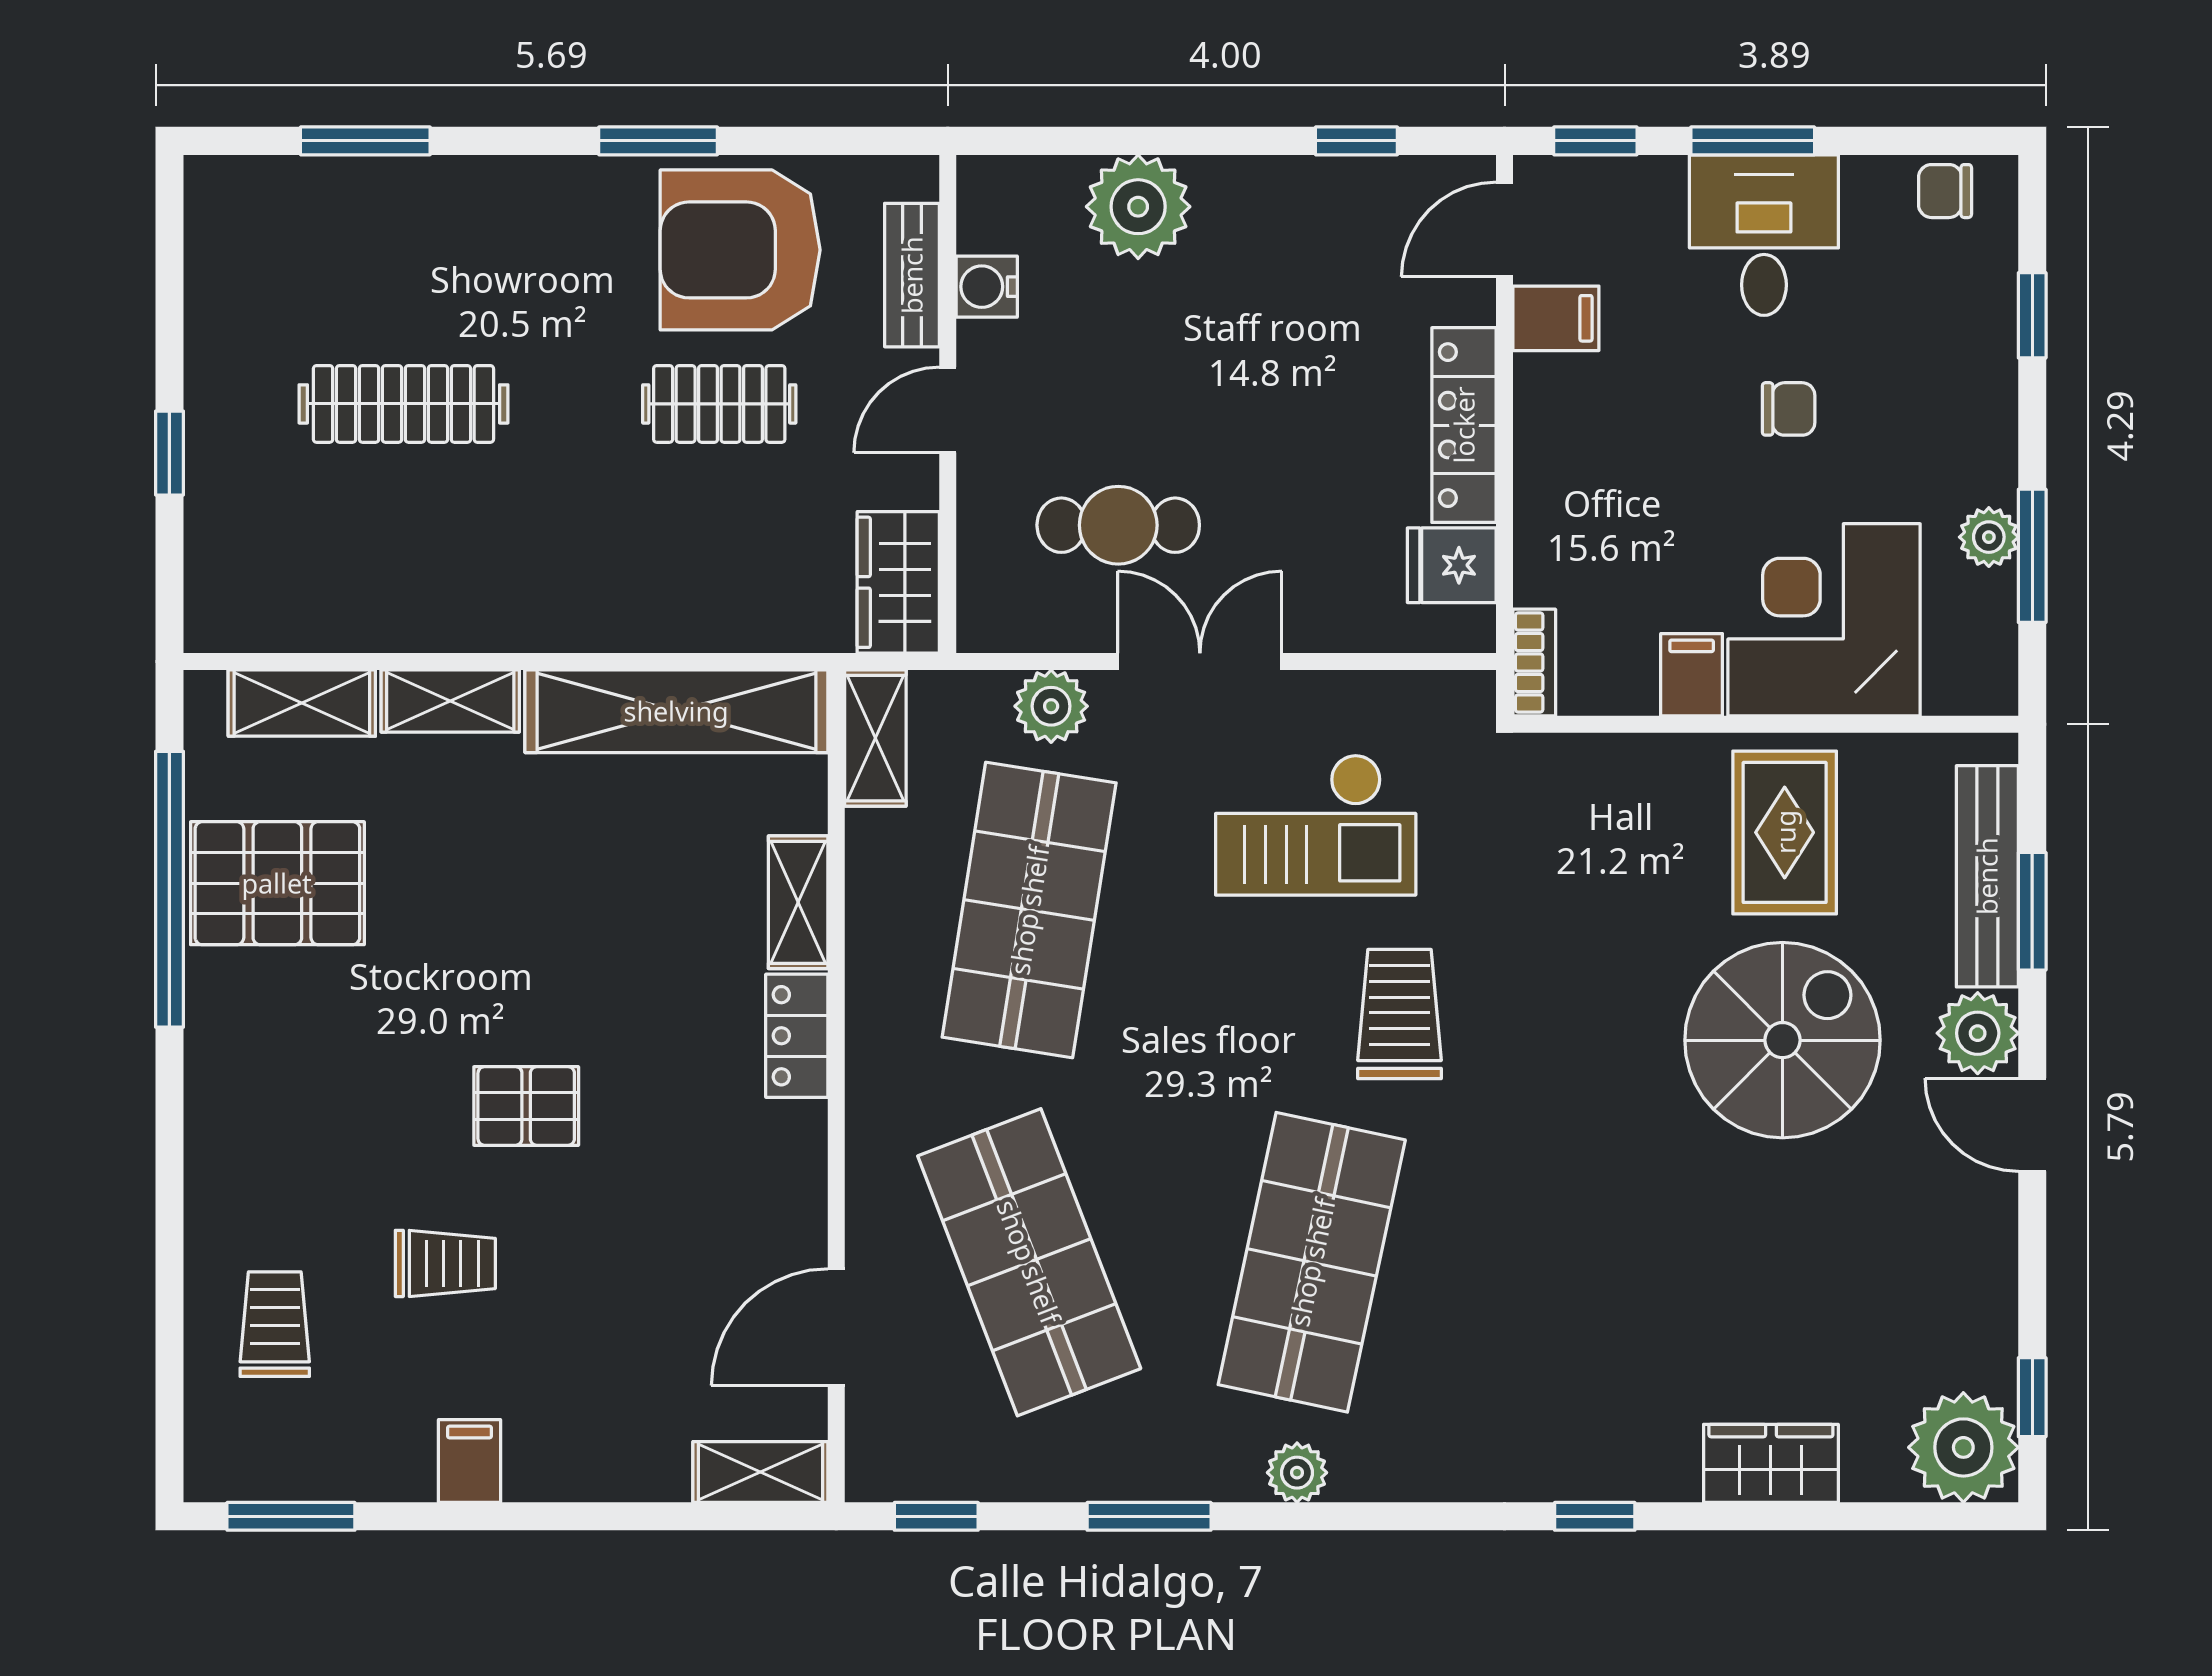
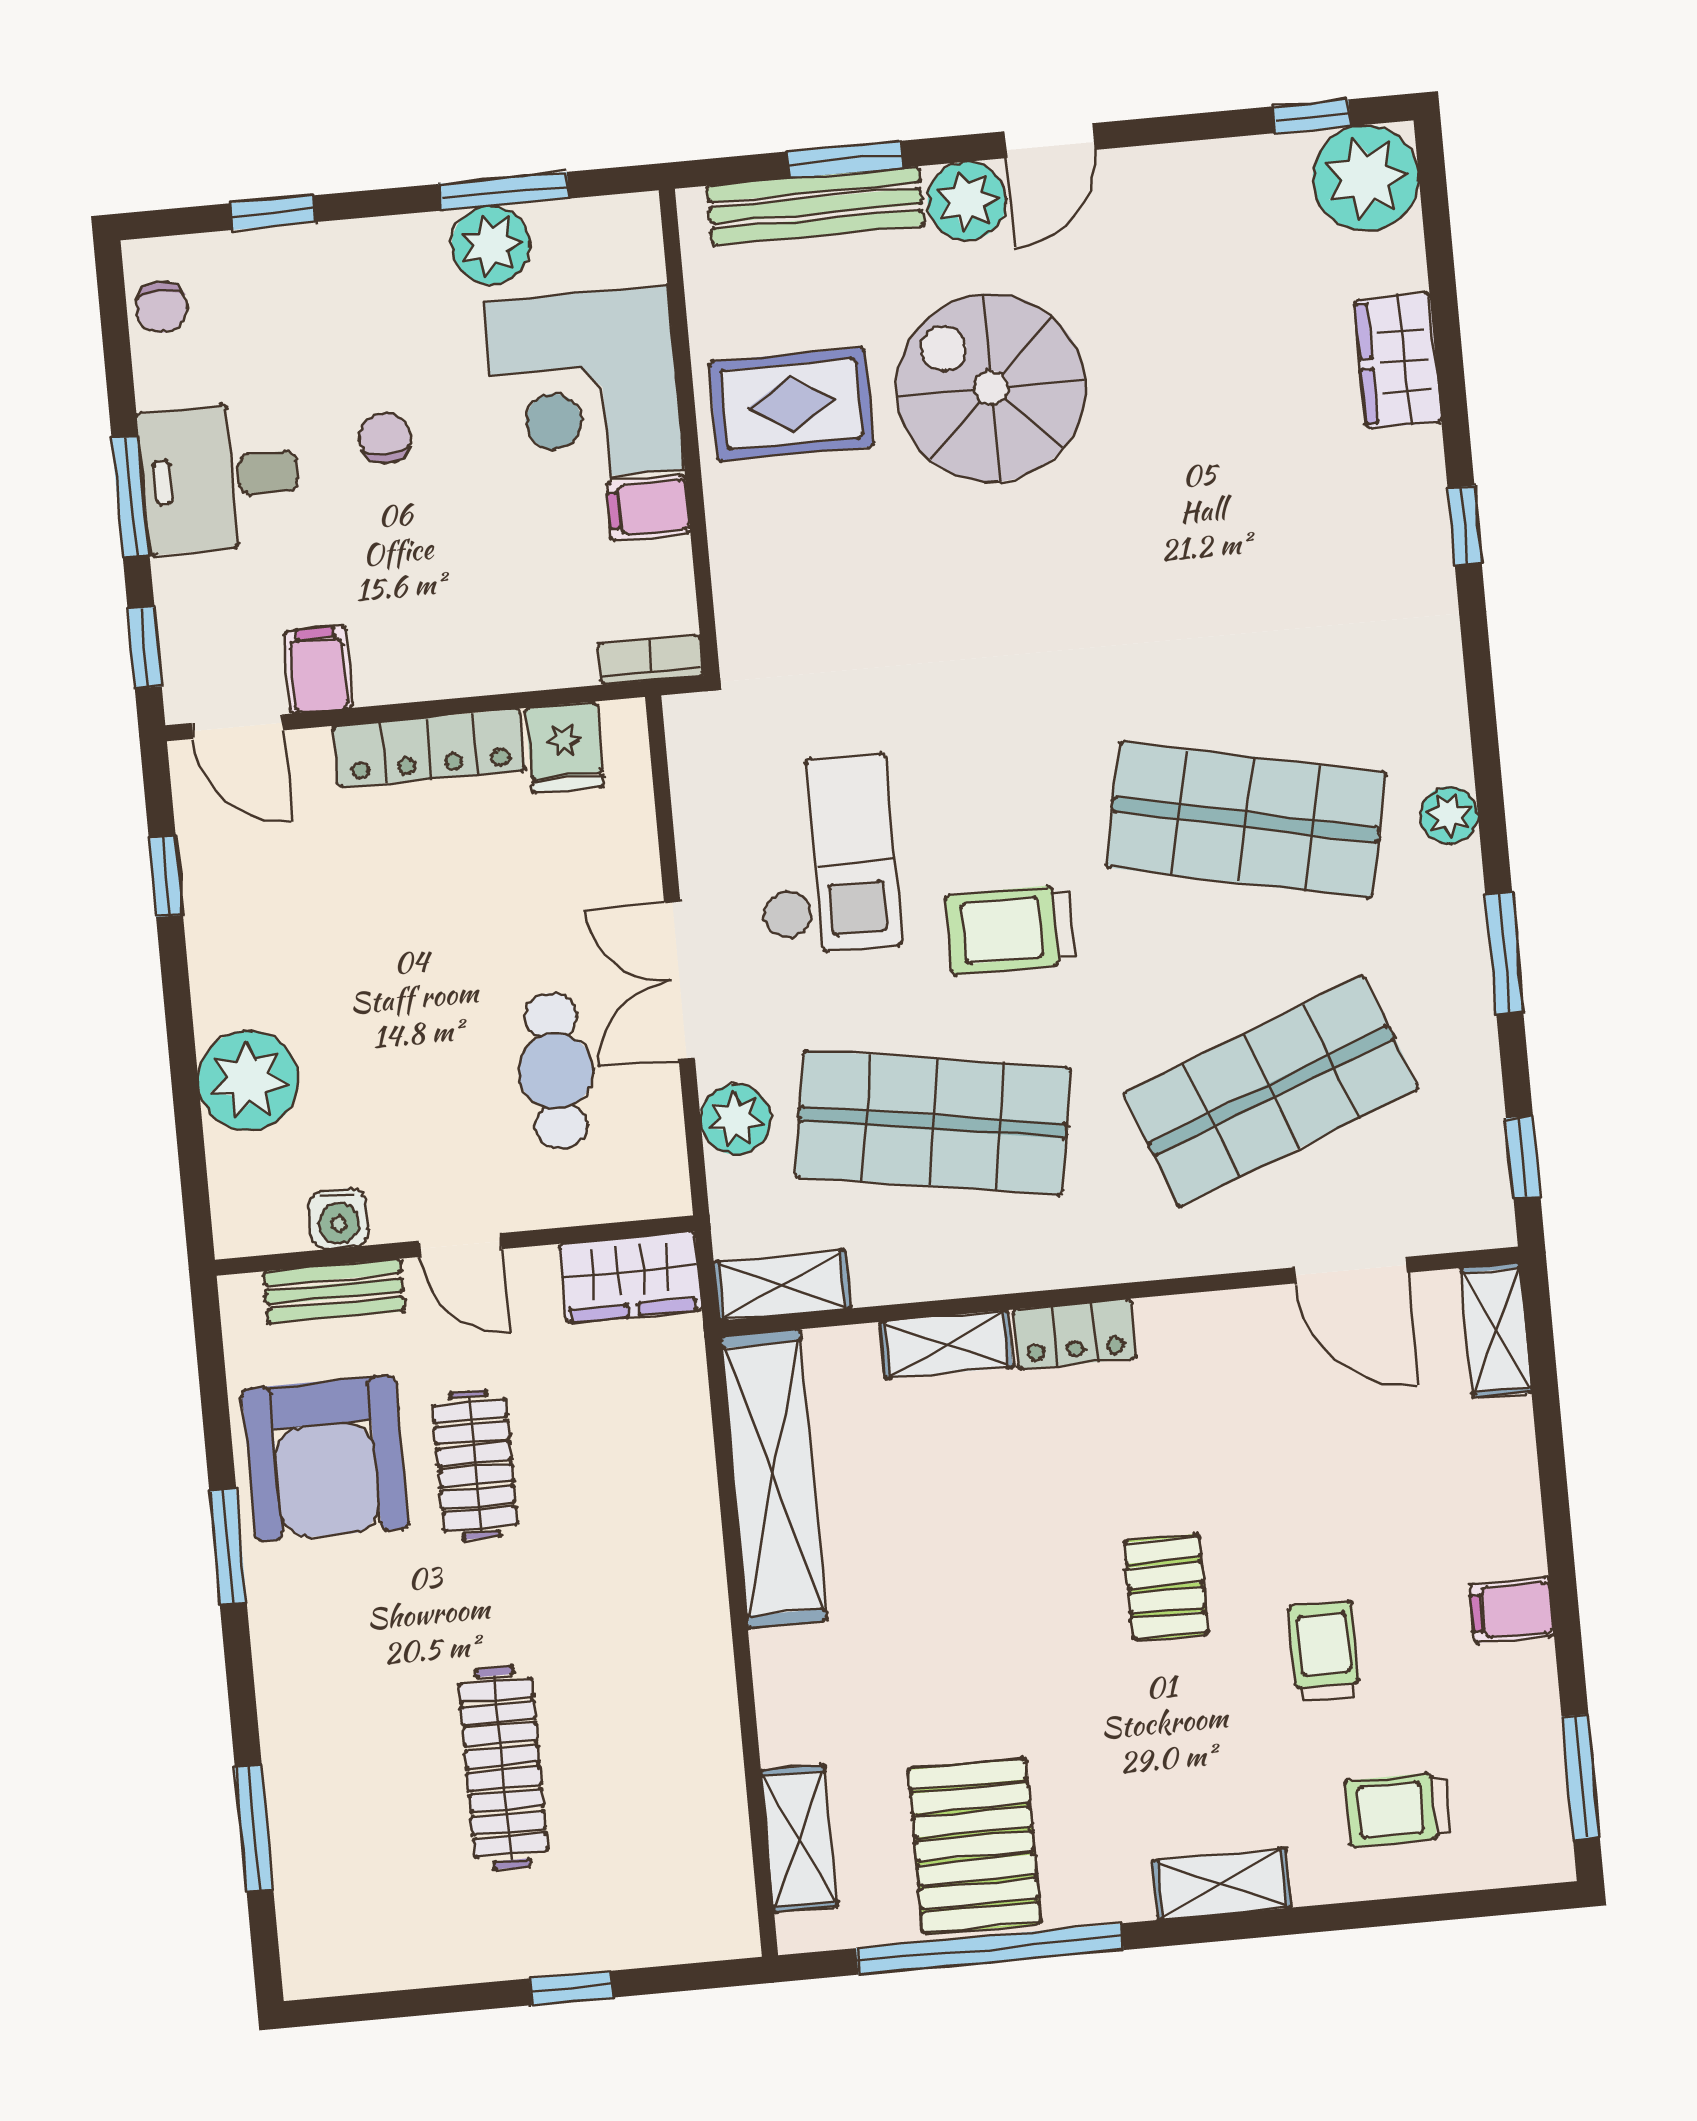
plant: (1989, 537) -> (491, 245), width x1.38, depth x1.38
shelving: (450, 701) -> (1222, 1884), moved, turned 90
trolley: (1400, 1014) -> (1011, 929), moved

